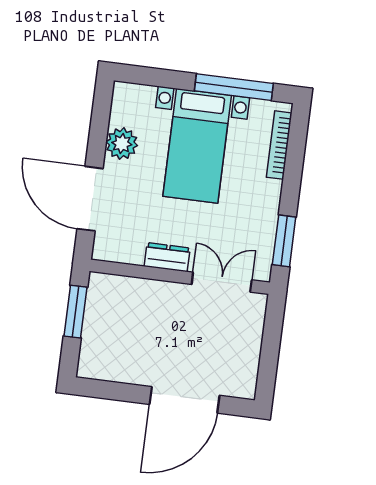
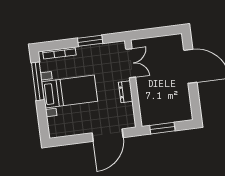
plant: (122, 144) -> (78, 127), removed
window: (284, 241) -> (90, 41), moved
double door: (222, 282) -> (131, 63), swing flipped

